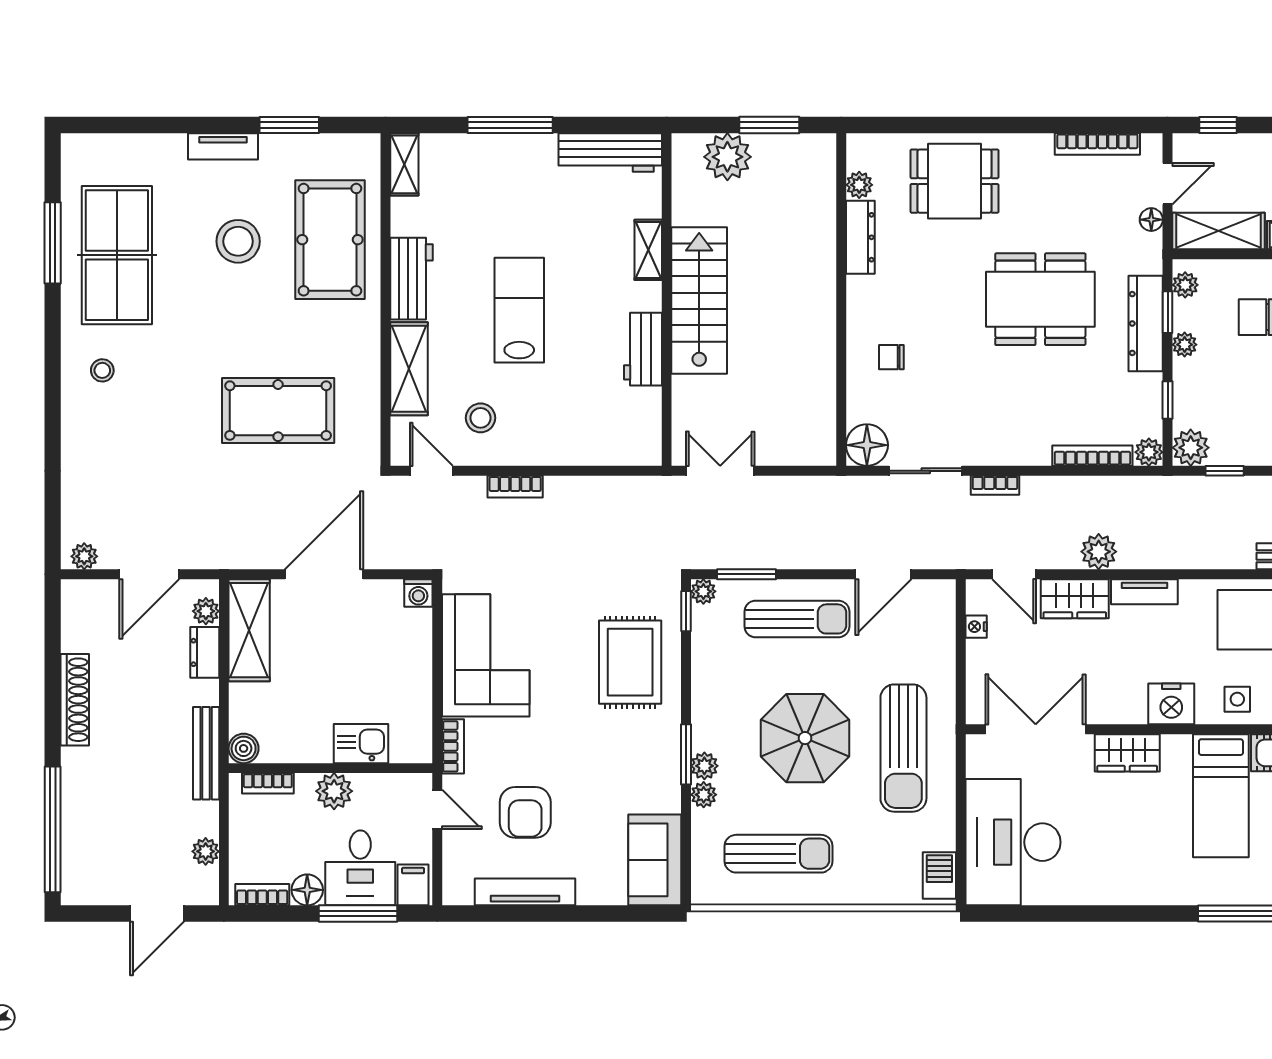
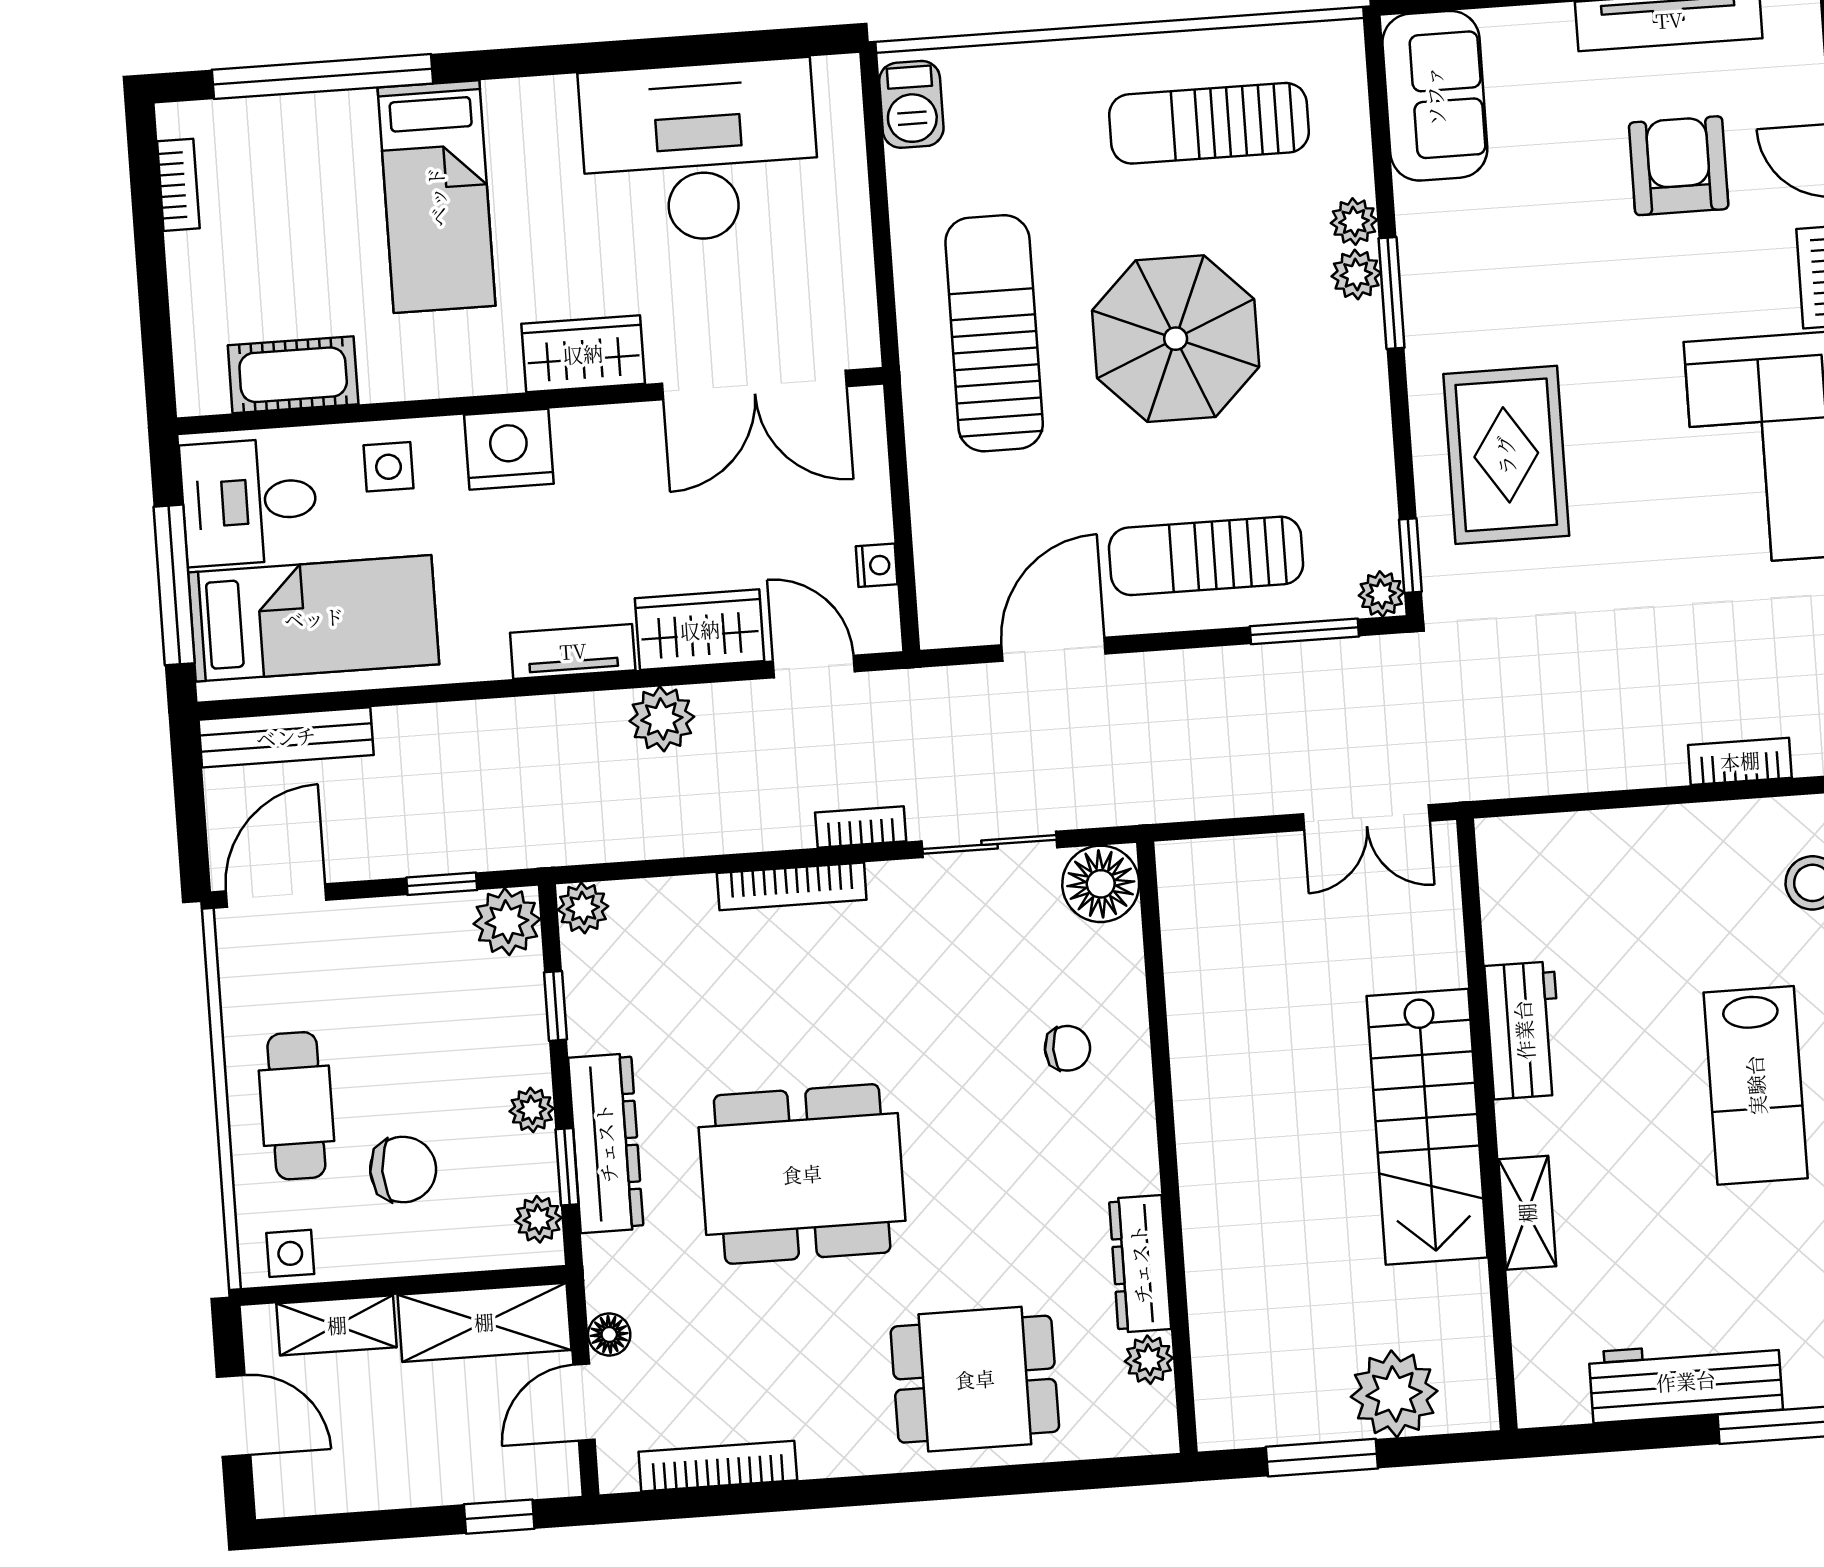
workbench: (610, 152) -> (1686, 1381), moved
bookcase: (1092, 456) -> (792, 886), moved
bed: (1221, 796) -> (437, 197), moved, turned 180
desk: (1013, 842) -> (700, 152), moved, turned -90

